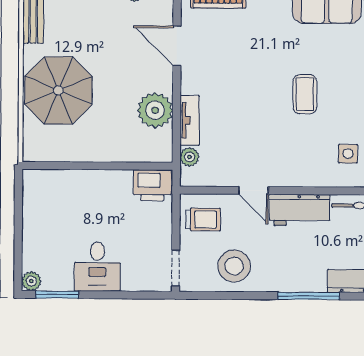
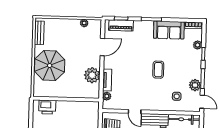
door: (177, 46) -> (102, 47), swing flipped
printer: (152, 185) -> (47, 107), moved

